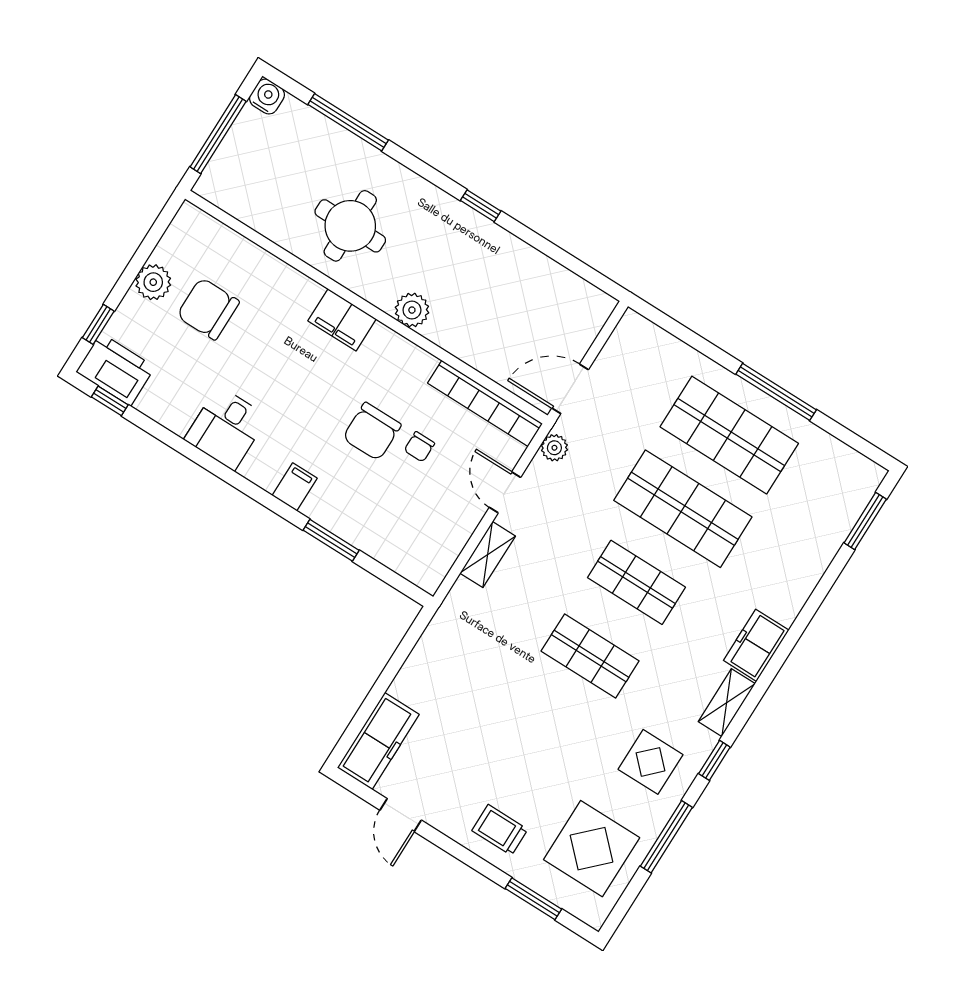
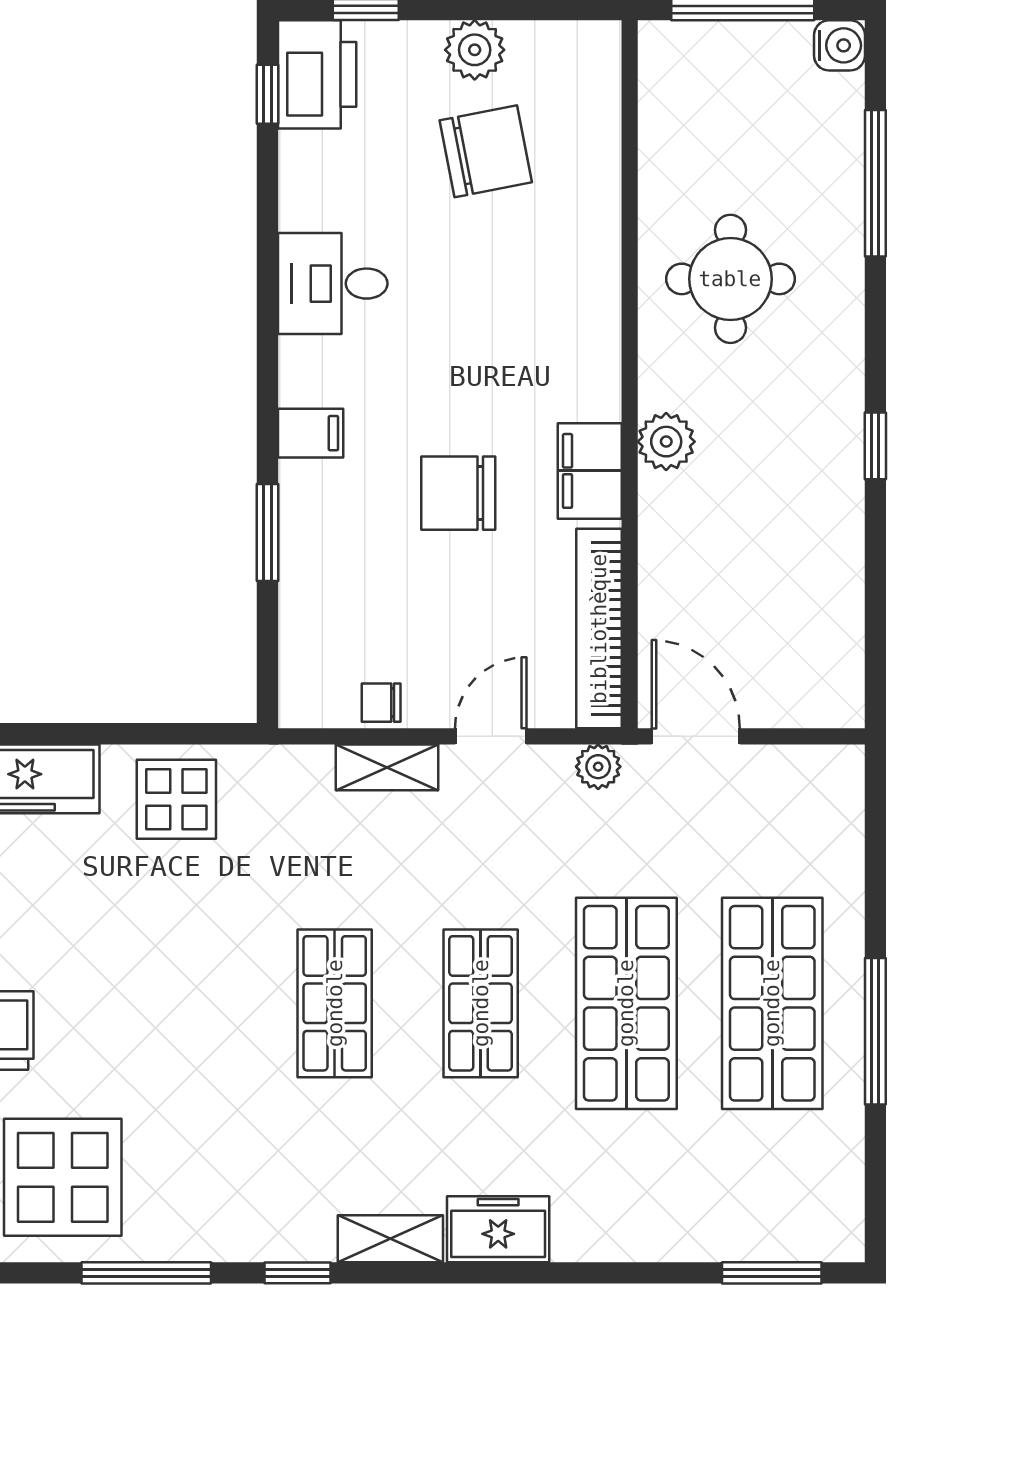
chair: (208, 309) -> (486, 151), turned 79
filing cabinet: (342, 320) -> (590, 471), moved
chair: (419, 447) -> (381, 703), moved
display table: (650, 762) -> (176, 799), moved

